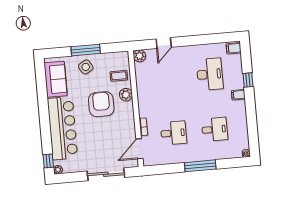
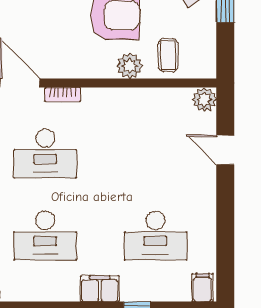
filing cabinet: (238, 95) -> (100, 289), width x2.00
desk: (215, 129) -> (45, 236), width x1.37
desk: (174, 133) -> (45, 154), width x1.37

